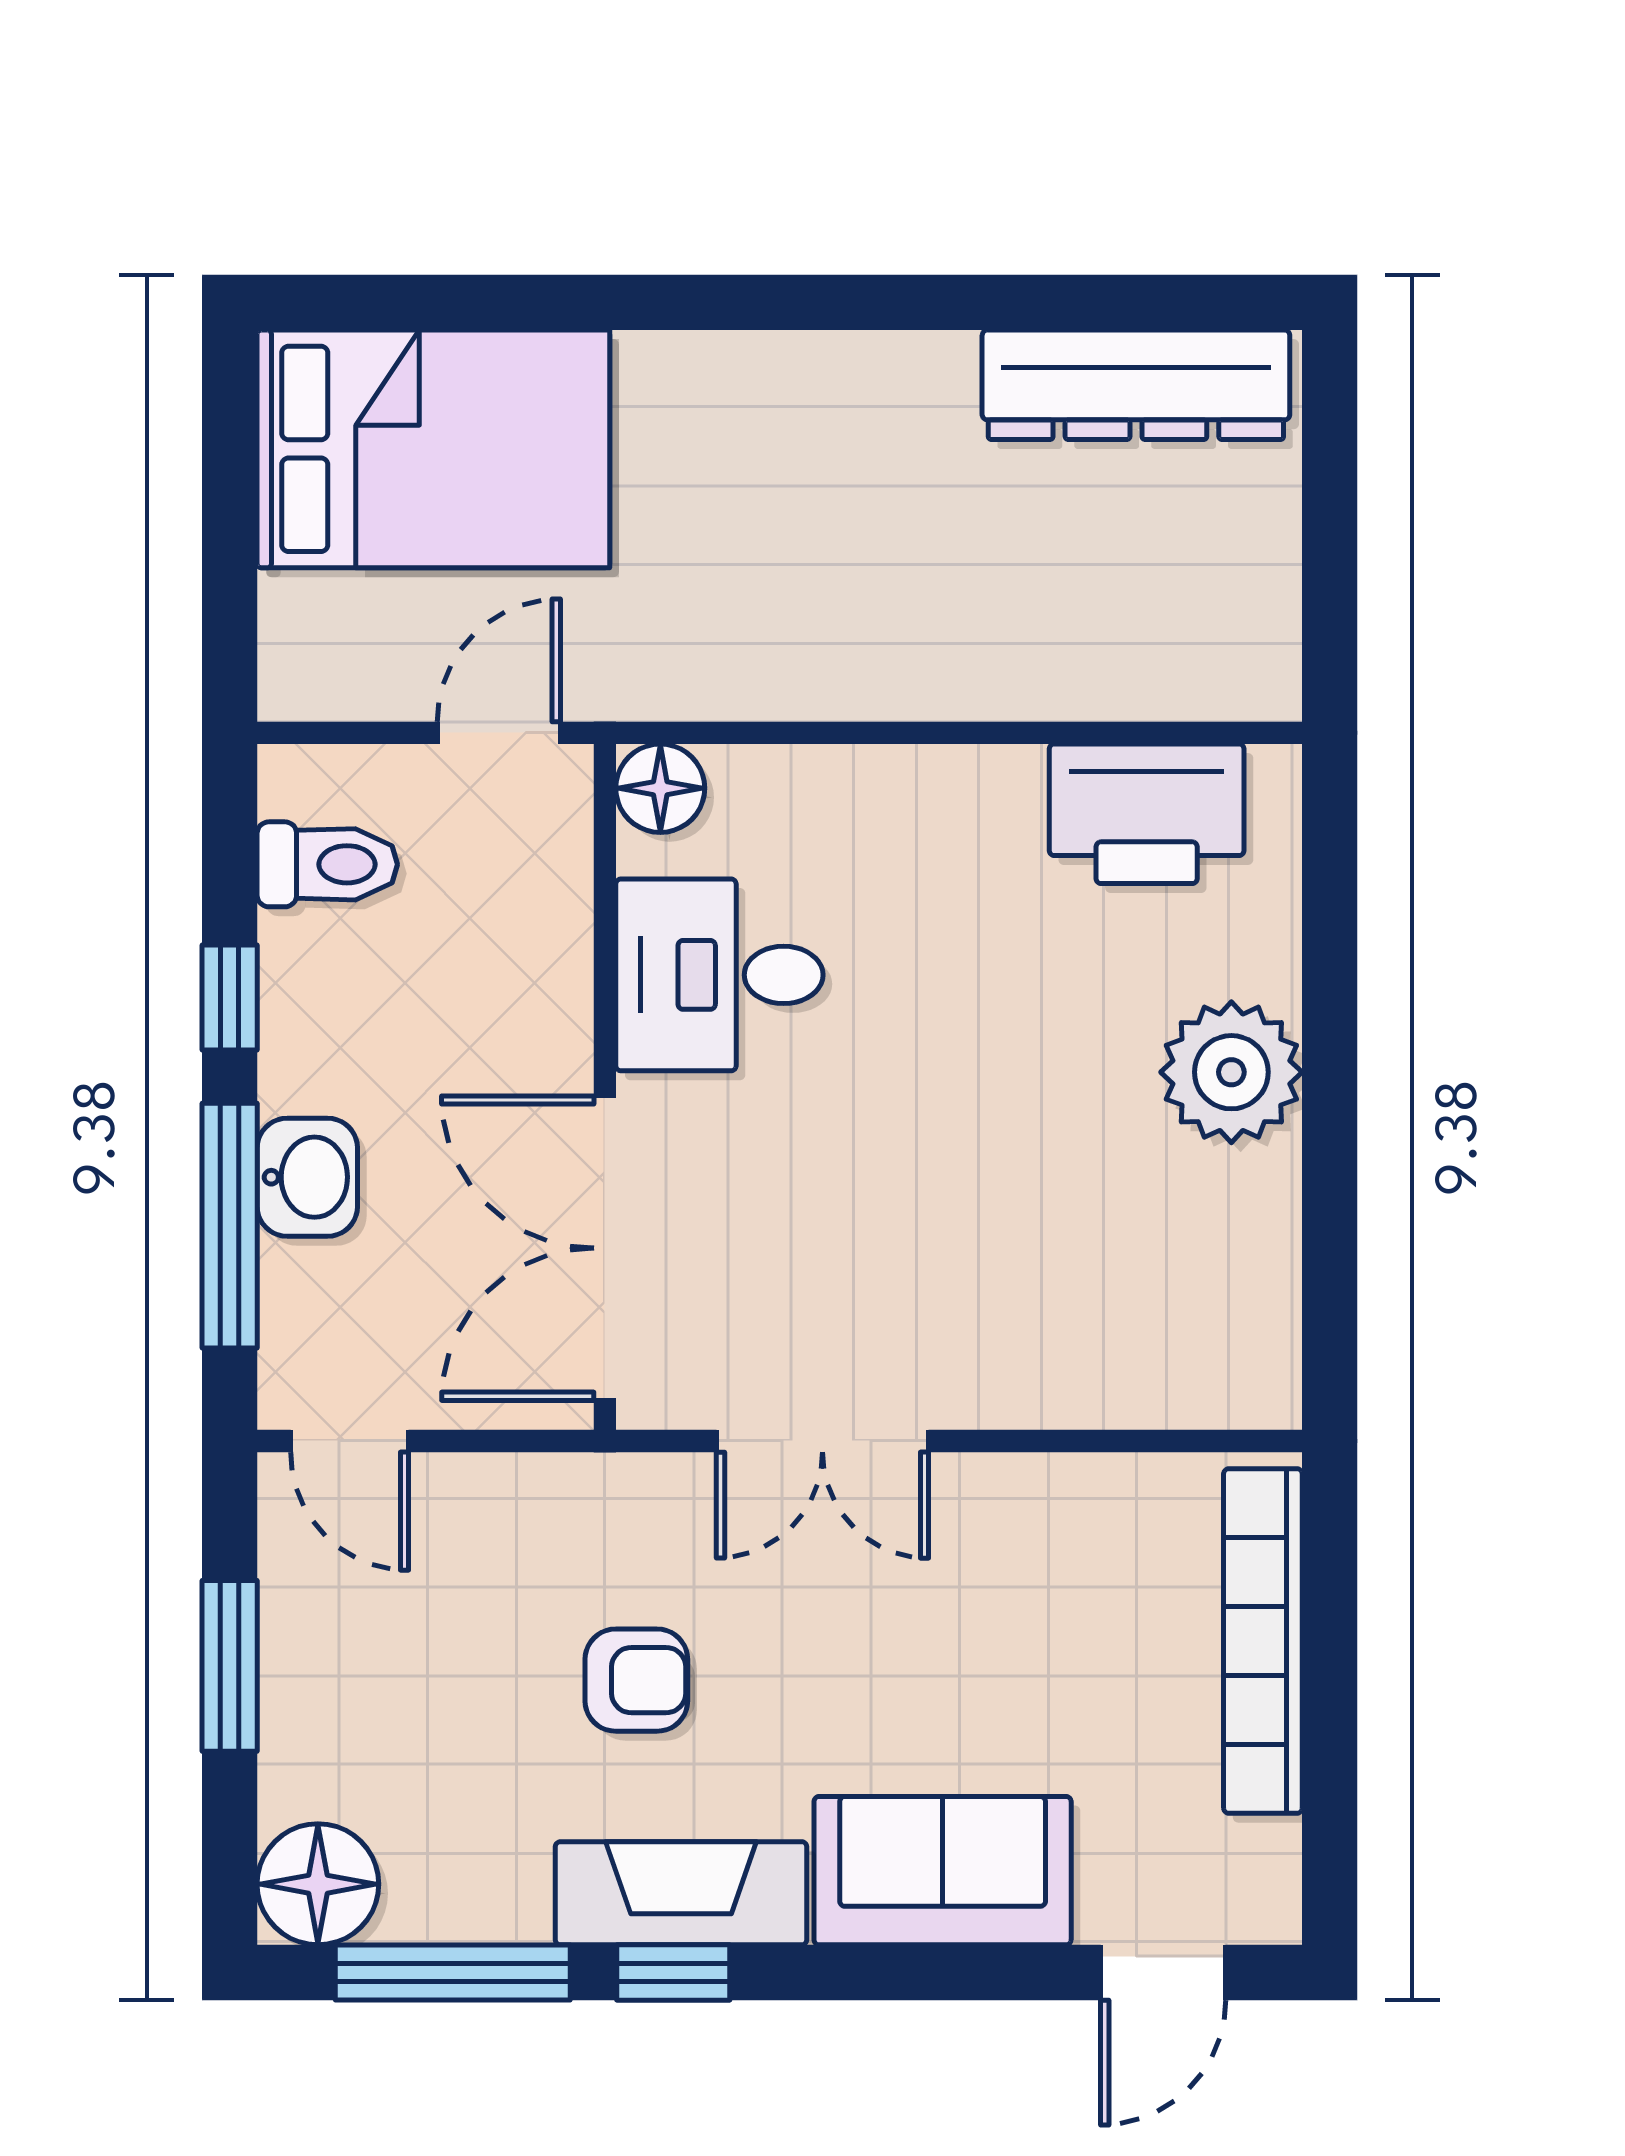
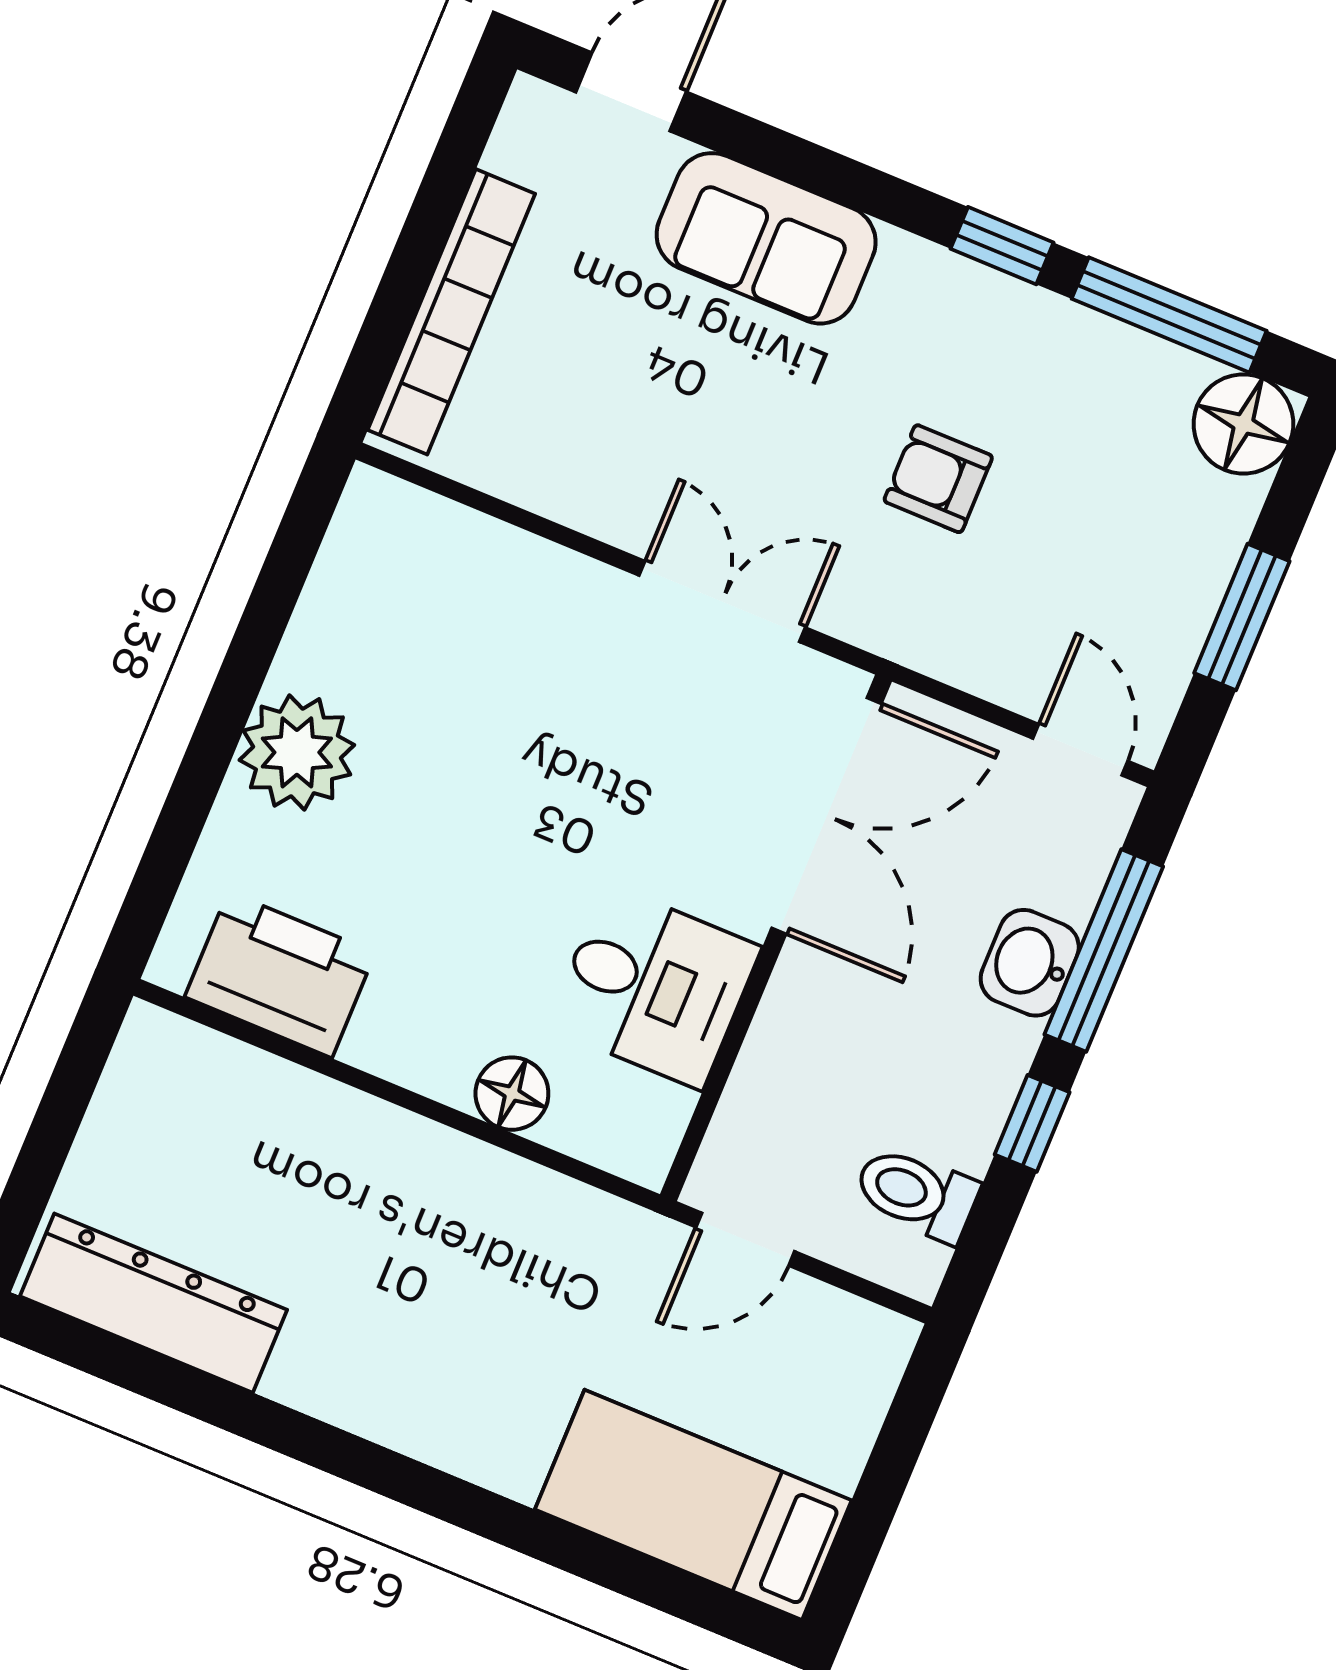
bed: (433, 449) -> (693, 1505), width x0.67
floor lamp: (660, 788) -> (512, 1094), moved
fireplace: (681, 1893) -> (971, 303), removed

